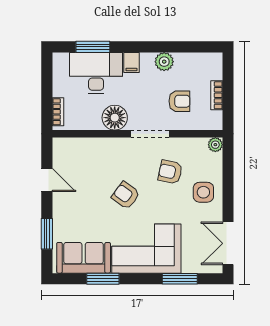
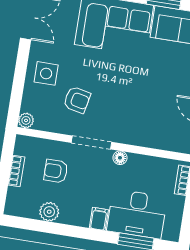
plant: (164, 62) -> (49, 212), moved
floor lamp: (115, 118) -> (120, 158), width x0.53, depth x0.53
armchair: (126, 195) -> (127, 83), removed

